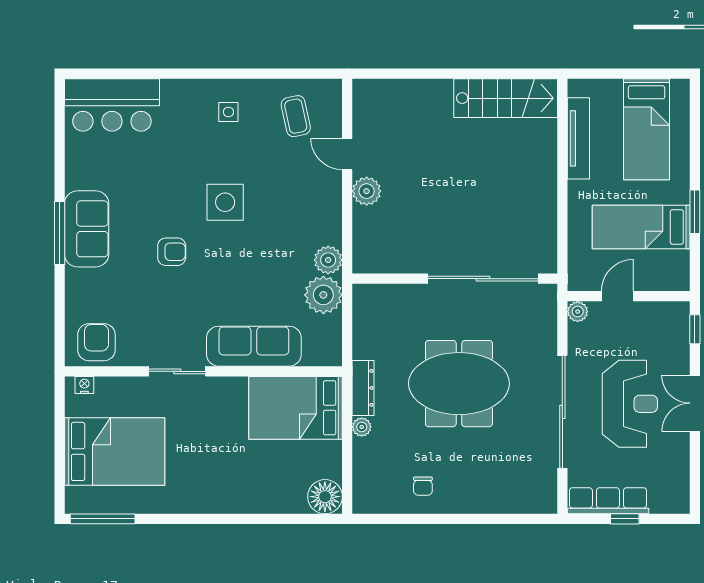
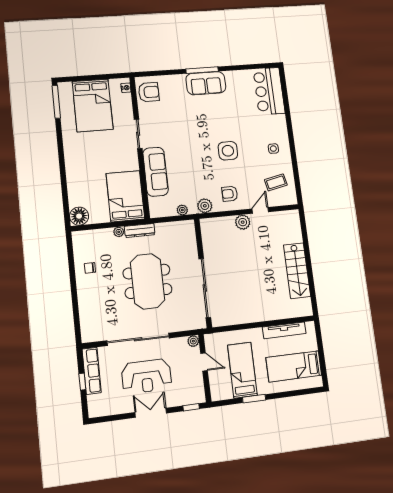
stairs: (506, 98) -> (297, 271), moved
armchair: (172, 252) -> (230, 194), moved, turned 90
plant: (323, 295) -> (182, 210), width x0.53, depth x0.53

